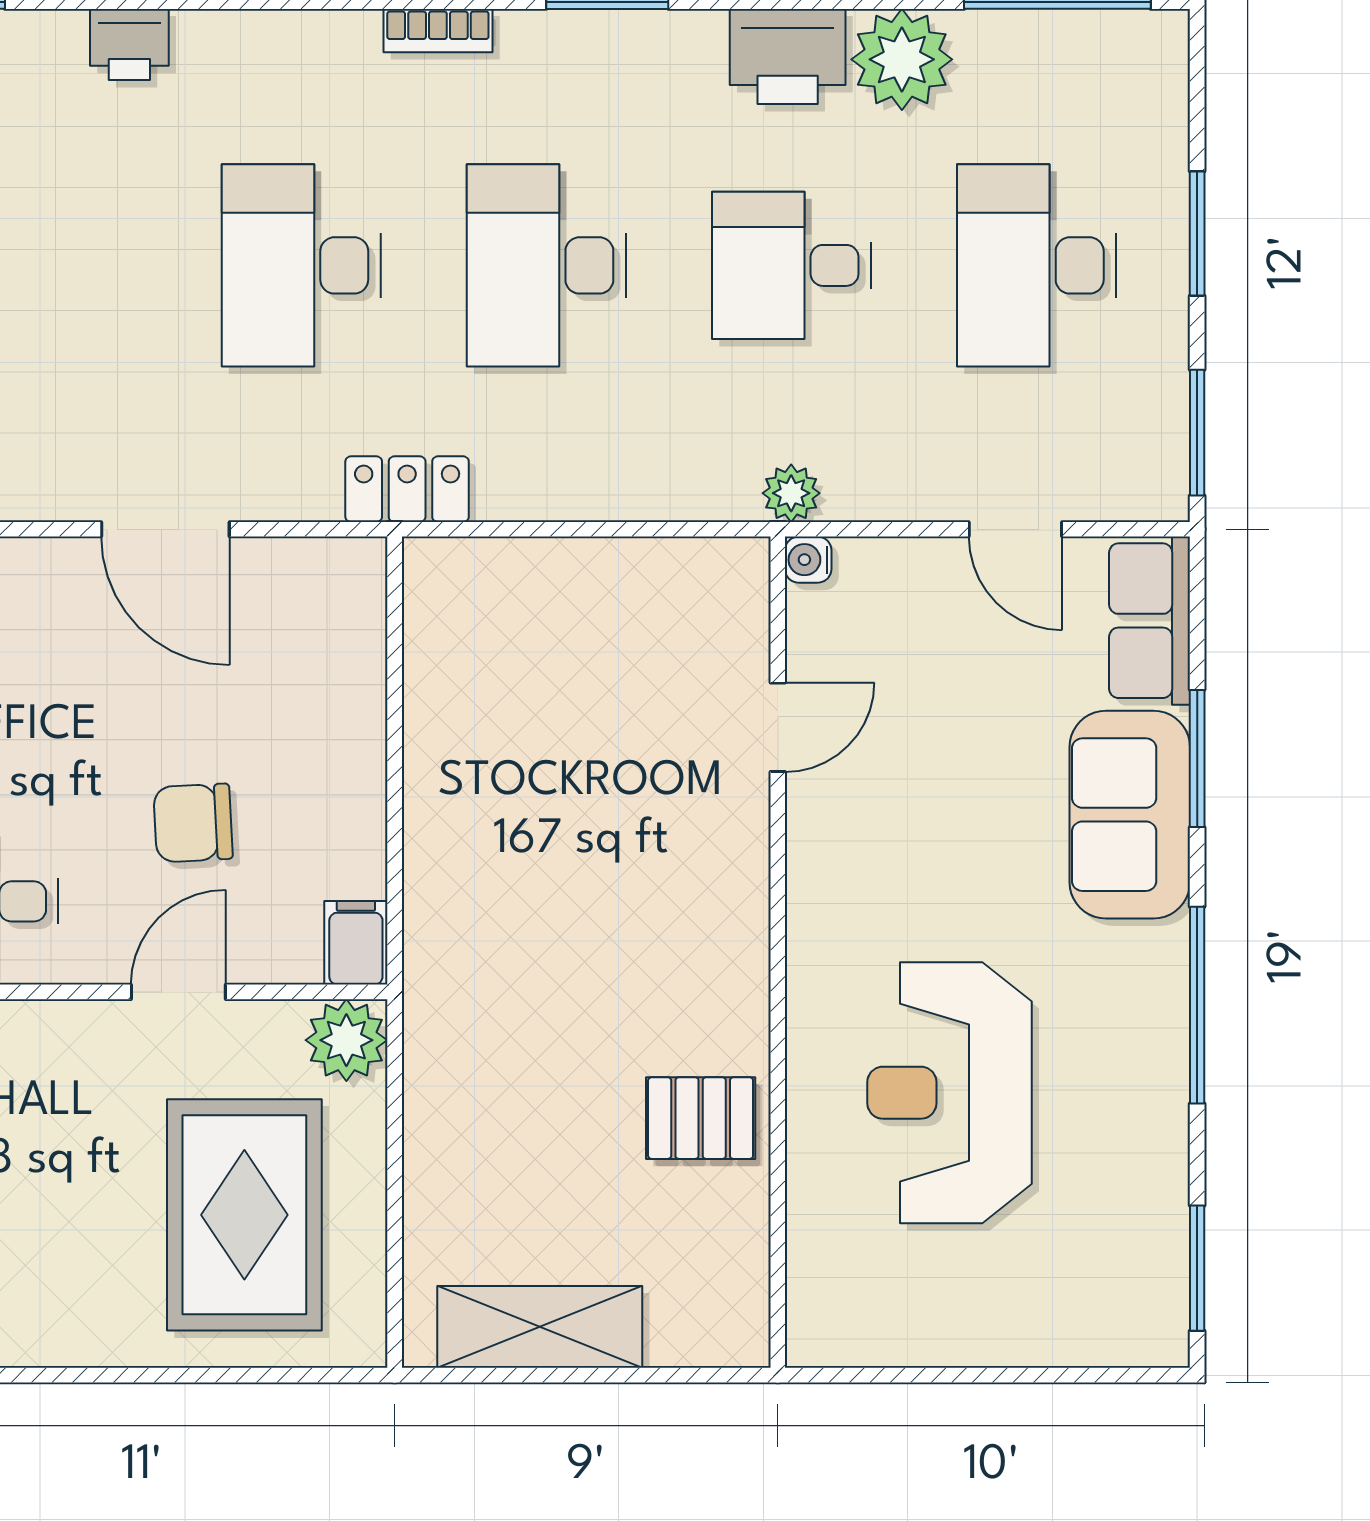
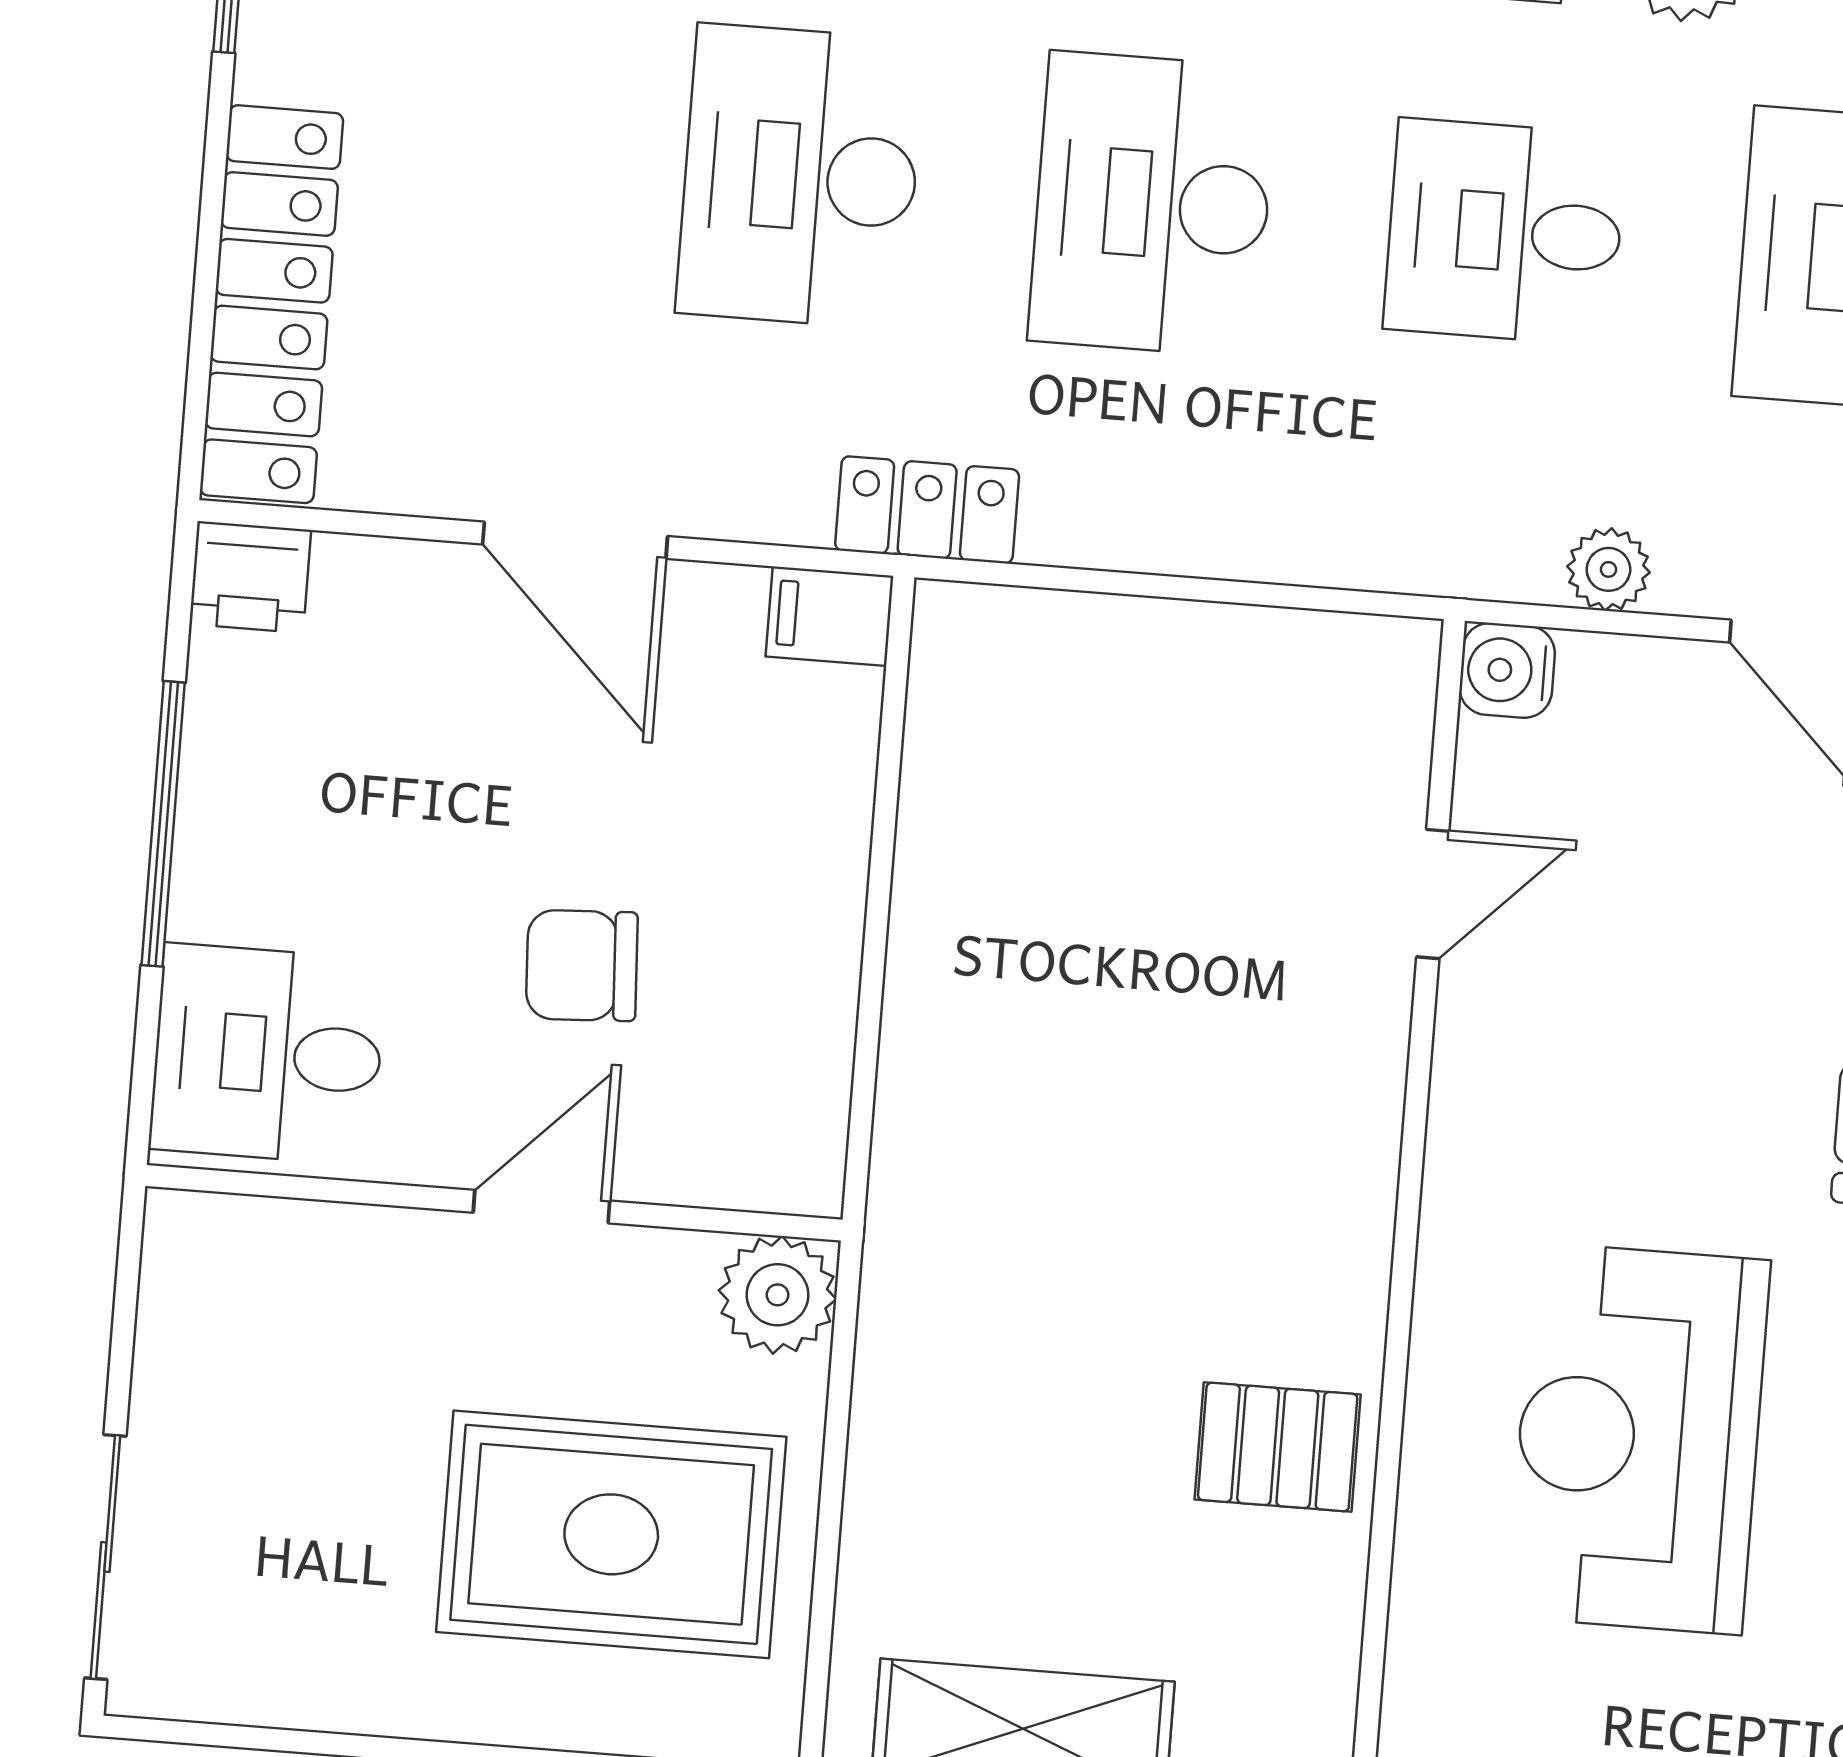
plant: (791, 493) -> (1608, 569), moved
water cooler: (808, 560) -> (1507, 670), width x1.38, depth x1.38
filing cabinet: (356, 943) -> (830, 616), moved, turned -90
rug: (244, 1215) -> (611, 1534), turned 90

